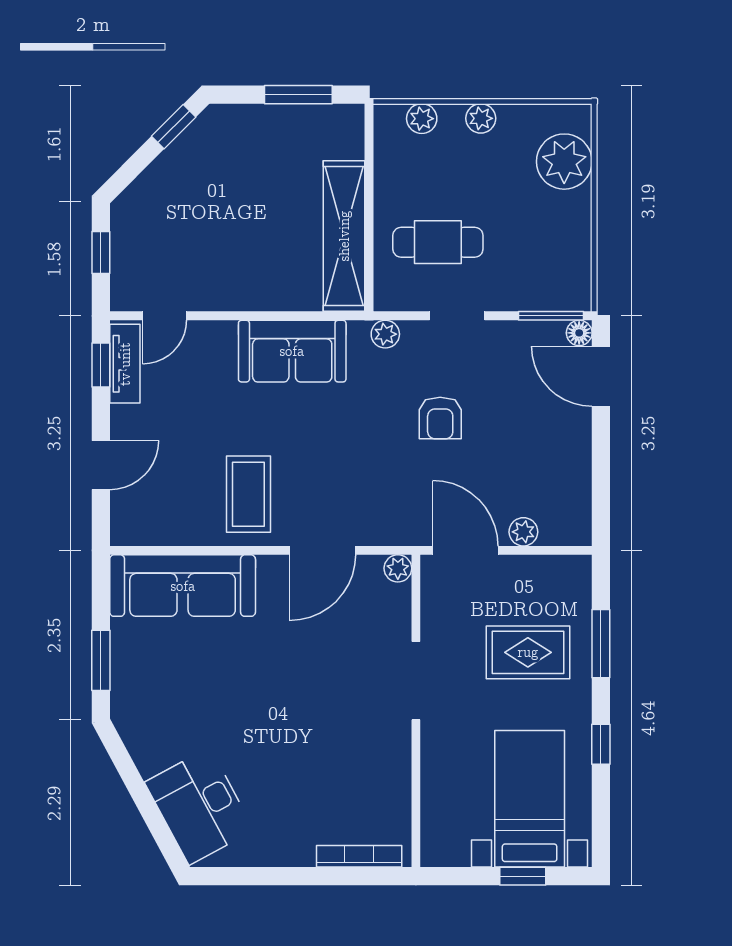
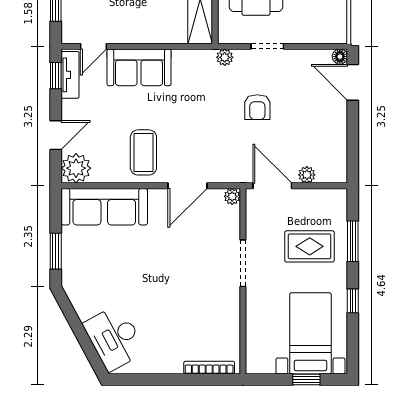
window: (551, 316) -> (323, 46), removed
sofa: (292, 351) -> (139, 67), moved
plant: (135, 521) -> (76, 168), added

